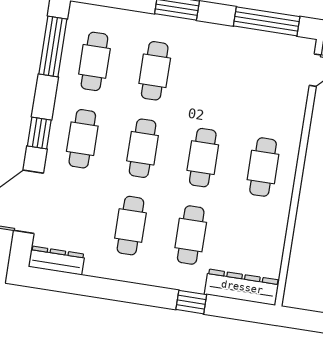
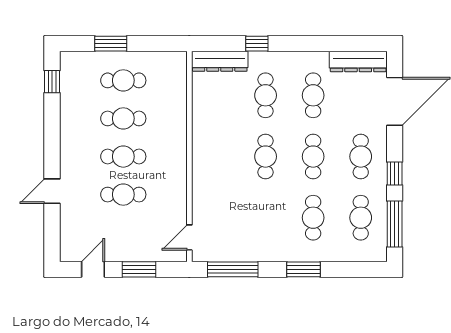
window: (39, 133) -> (395, 173), moved
cafe table: (263, 167) -> (218, 157), removed
dresser: (57, 260) -> (358, 62), width x1.37, depth x1.24

